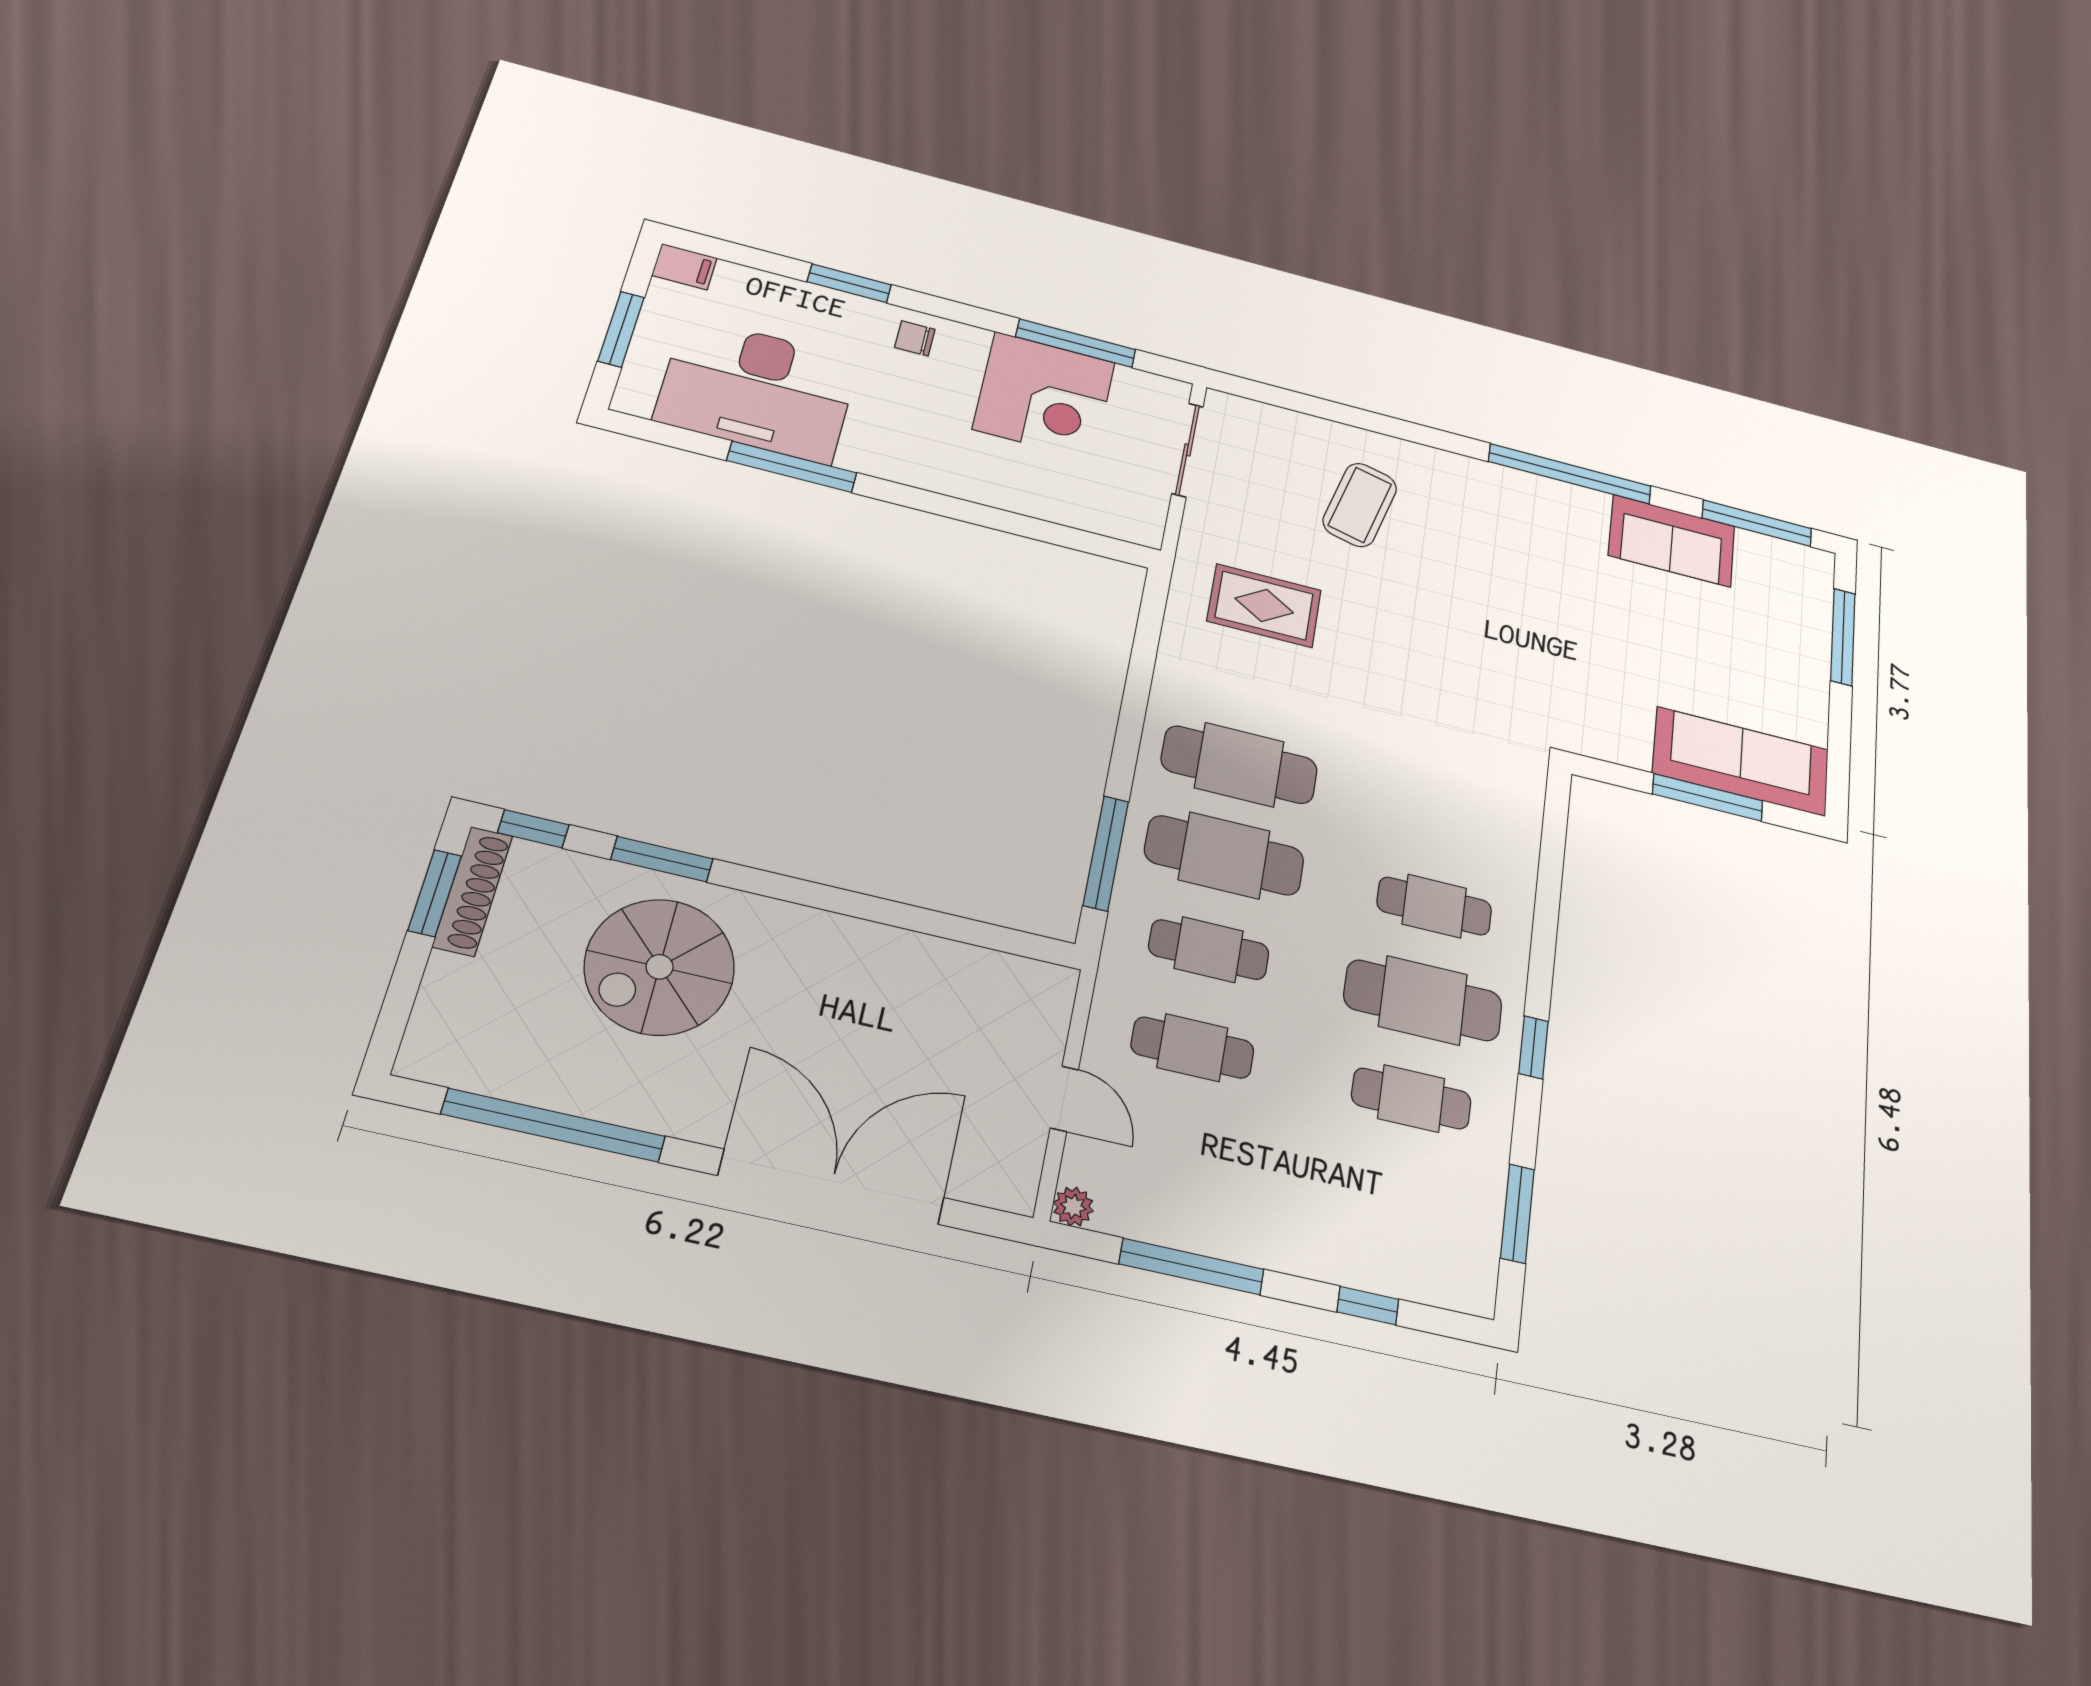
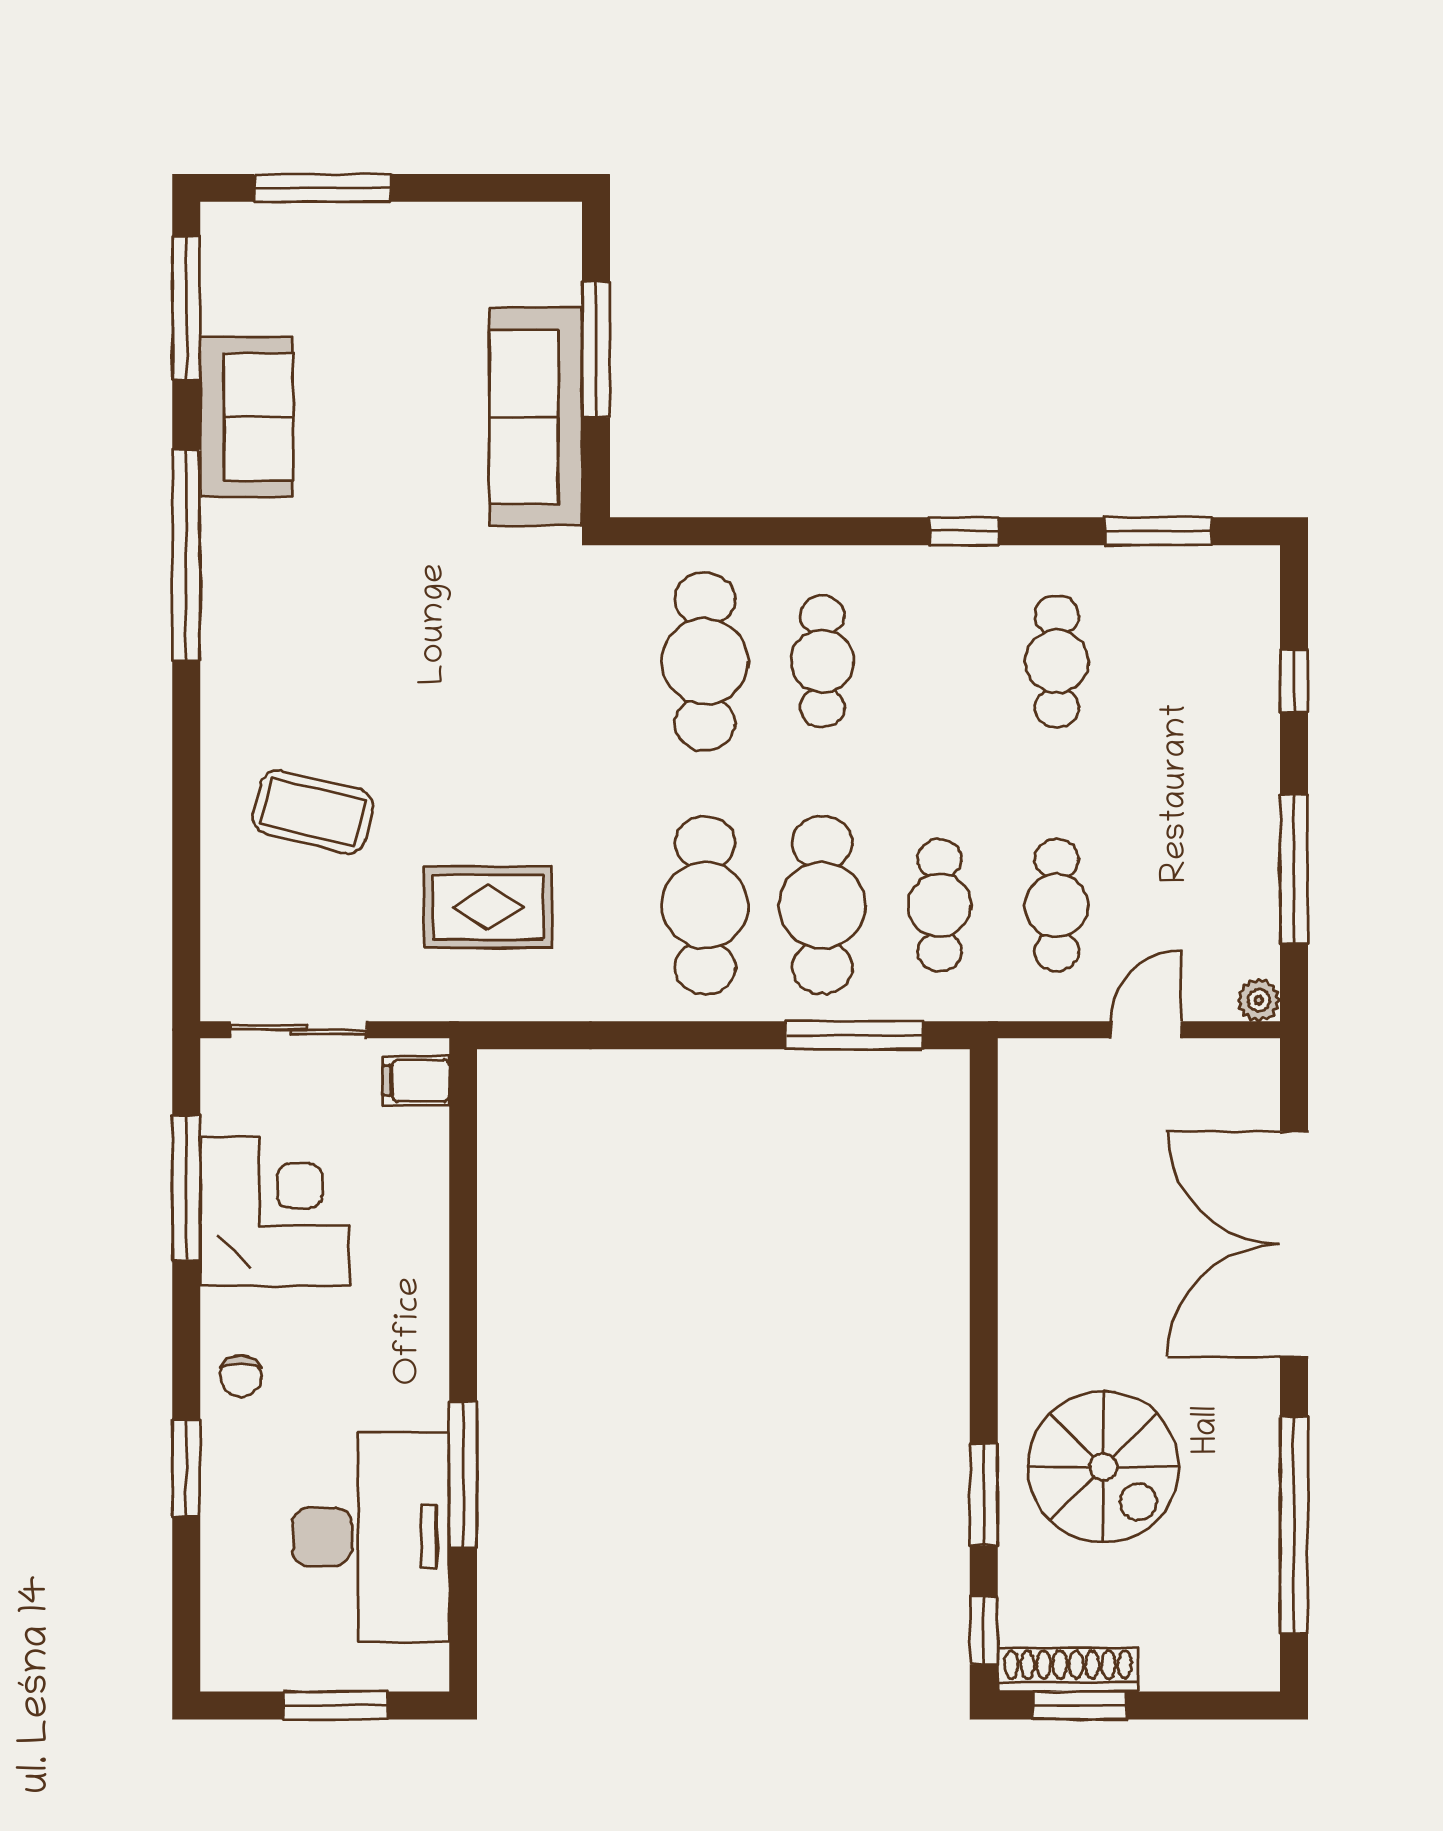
filing cabinet: (684, 267) -> (416, 1080), moved, turned -90
rug: (1264, 606) -> (488, 907), turned 90
sofa: (1741, 761) -> (536, 417), moved
cafe table: (1423, 1000) -> (705, 661), moved

